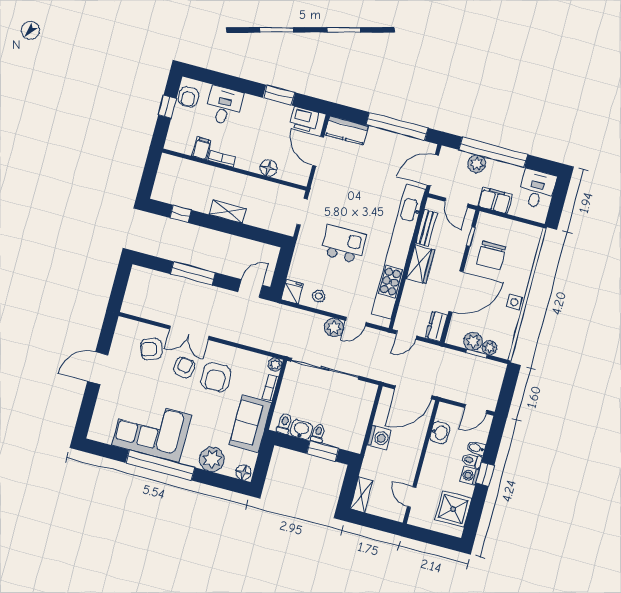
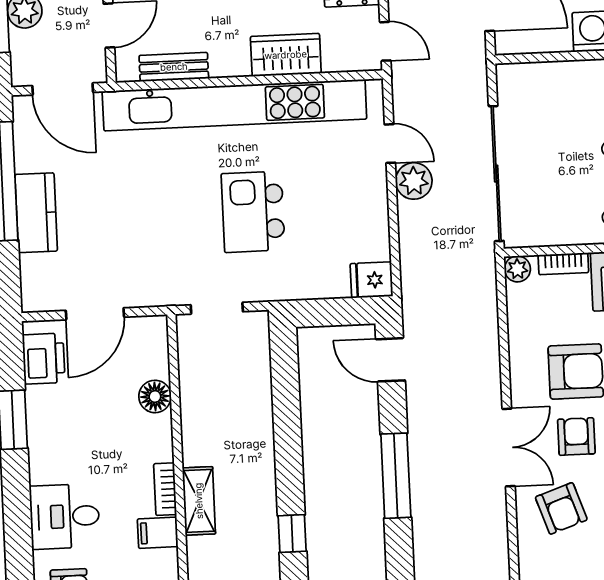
kitchen counter: (347, 130) -> (36, 213), moved
shelving: (228, 212) -> (199, 501), moved
wardrobe: (420, 264) -> (286, 55), moved
stool: (319, 296) -> (364, 228), removed
armchair: (184, 367) -> (576, 437), turned 82

